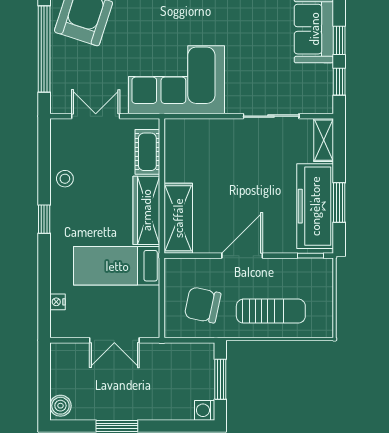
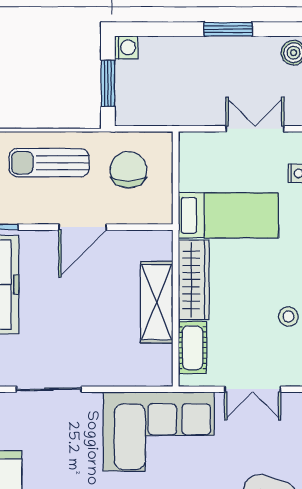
shelving: (178, 218) -> (157, 302), moved
chair: (203, 305) -> (128, 170), turned -102
double door: (114, 340) -> (255, 129), moved

